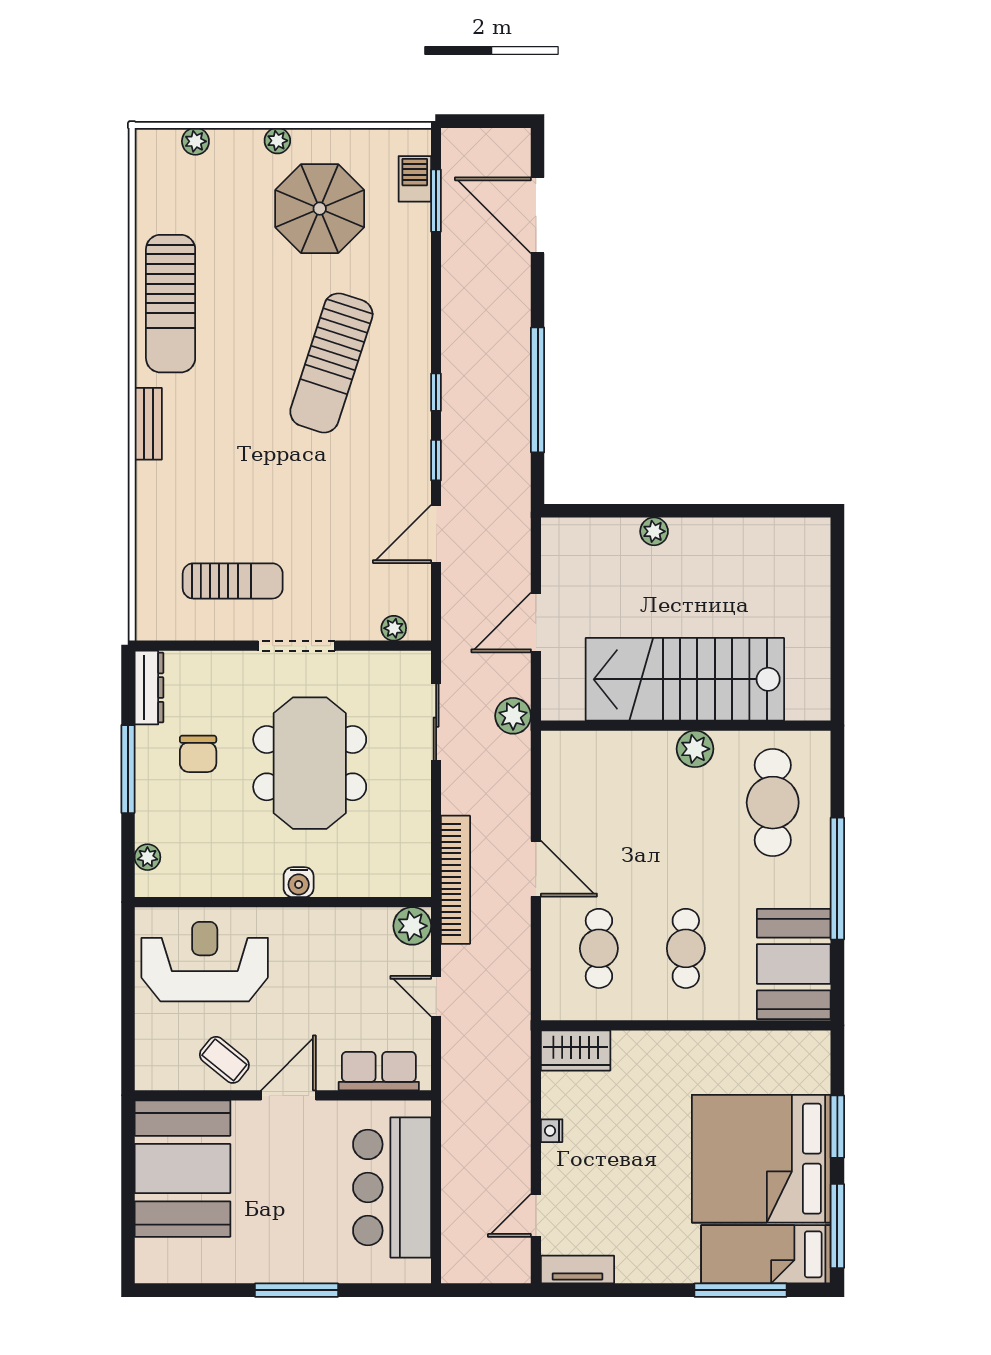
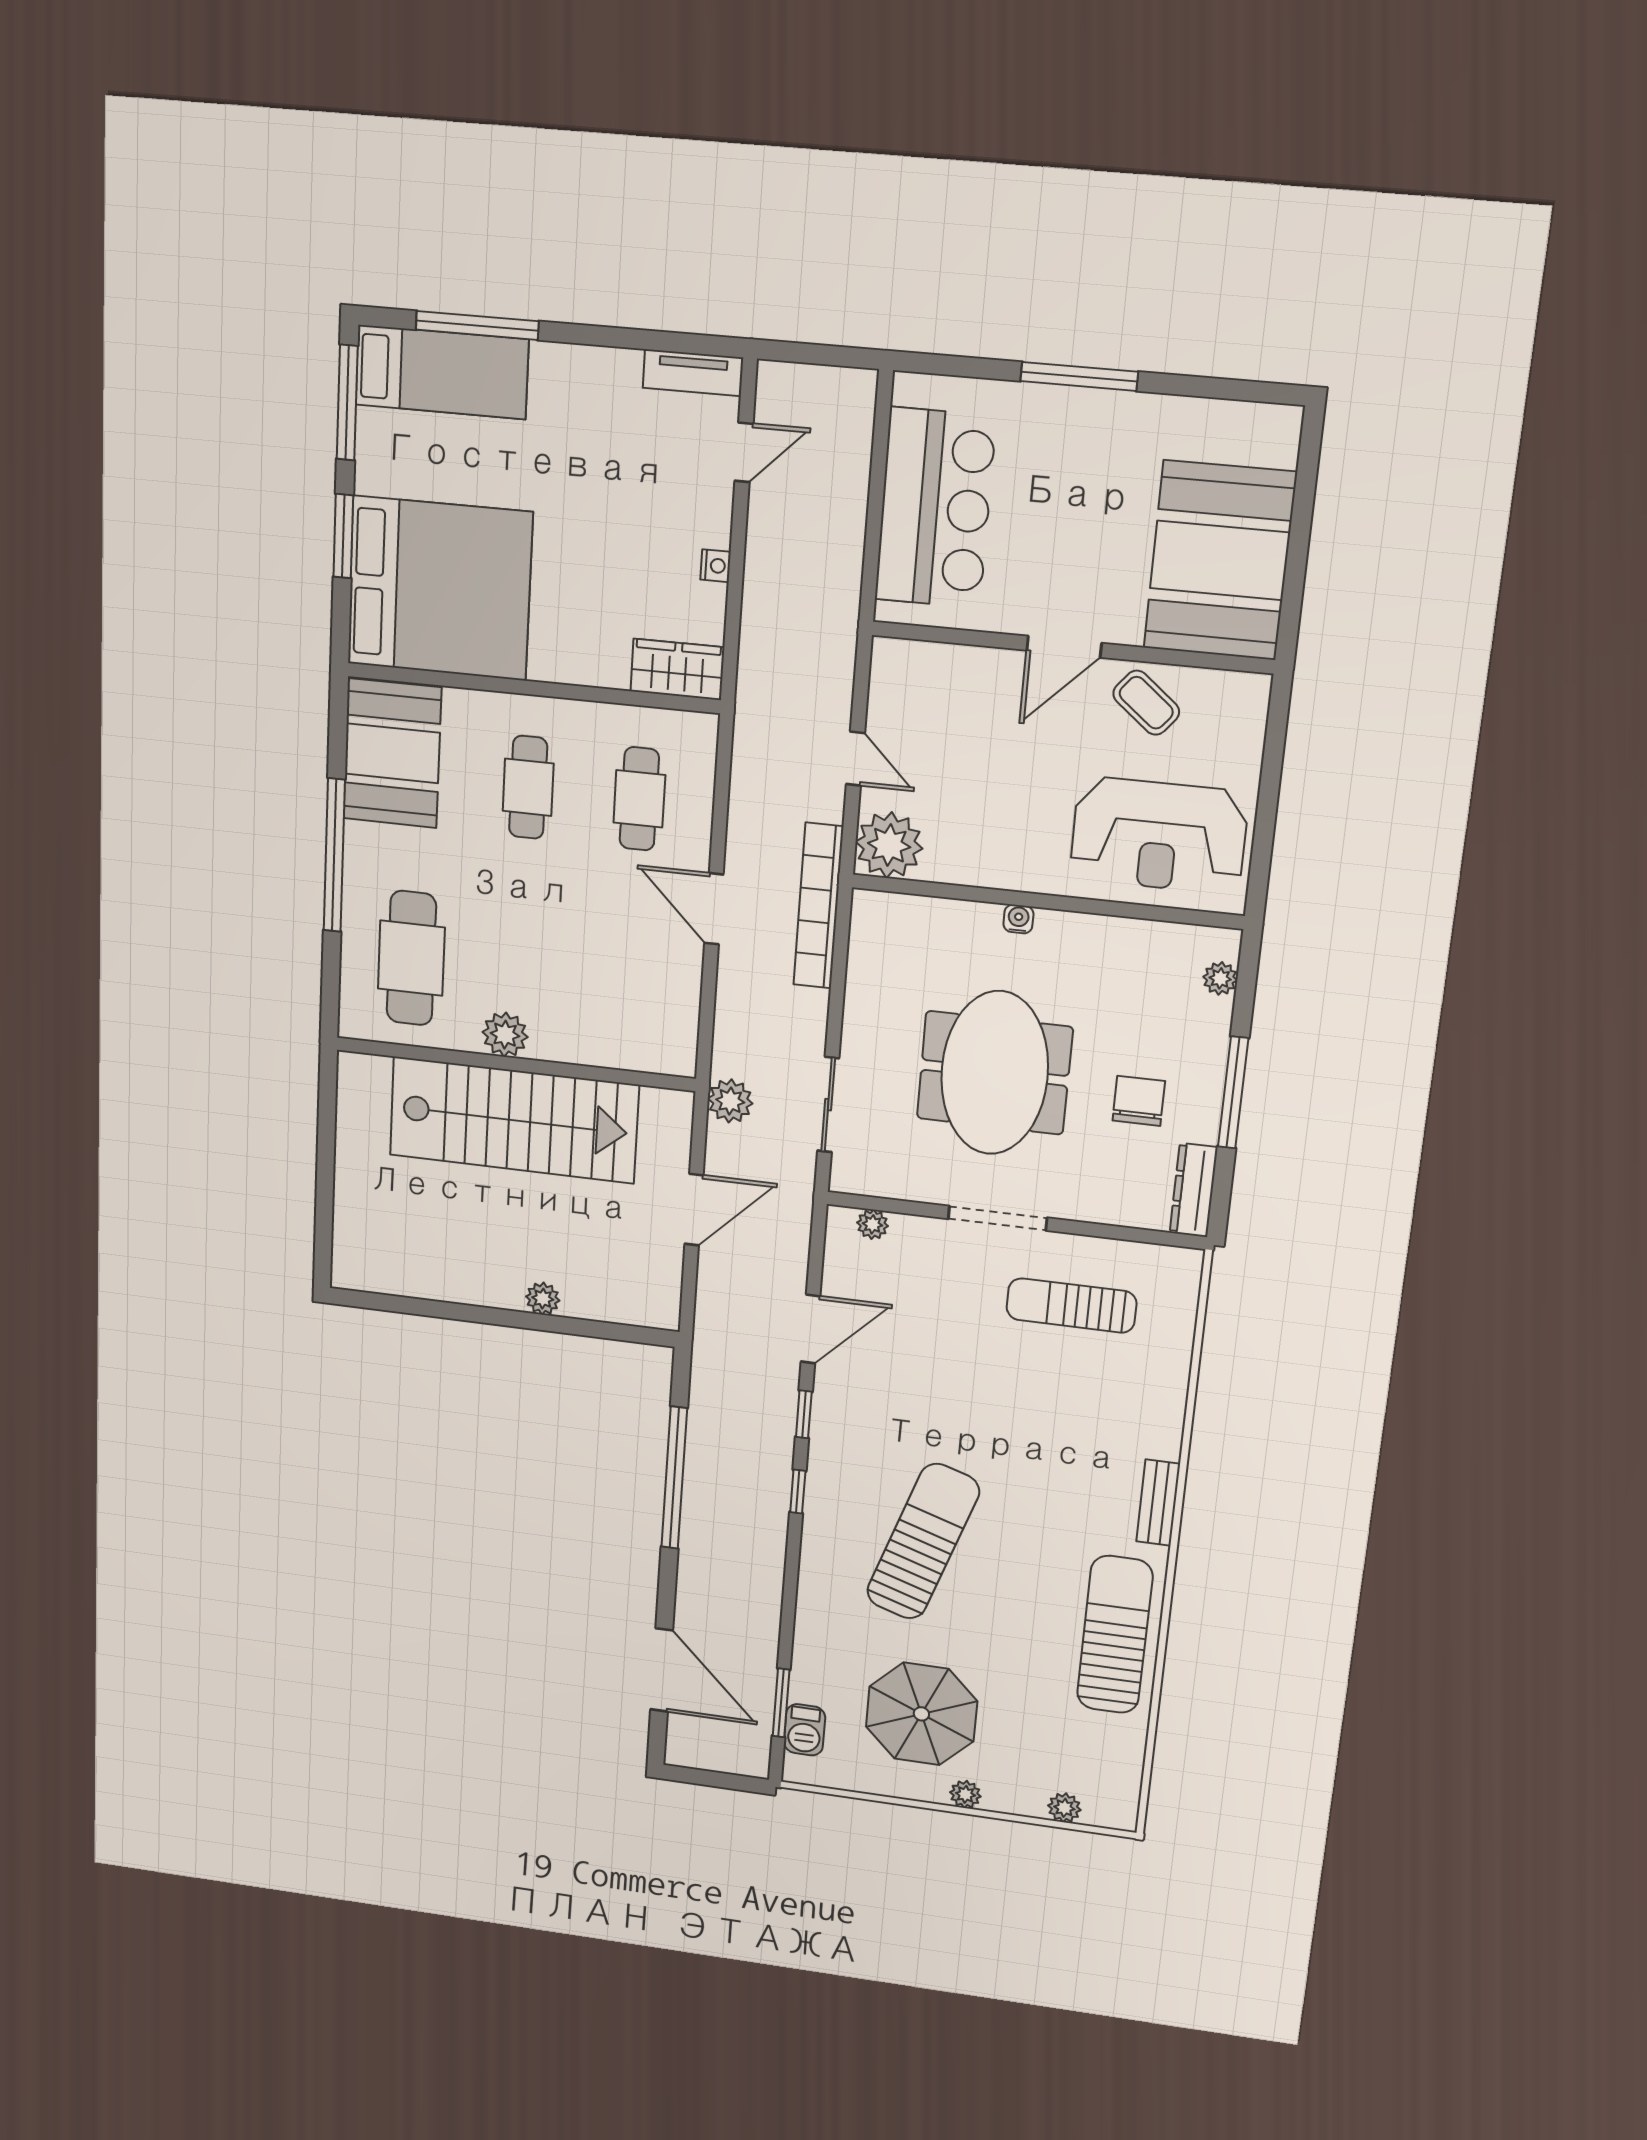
water cooler: (299, 882) -> (1018, 919), width x0.72, depth x0.72
plant: (412, 926) -> (889, 845), width x1.36, depth x1.36
row of seats: (379, 1071) -> (939, 667), removed
bed: (761, 1159) -> (440, 588), moved

